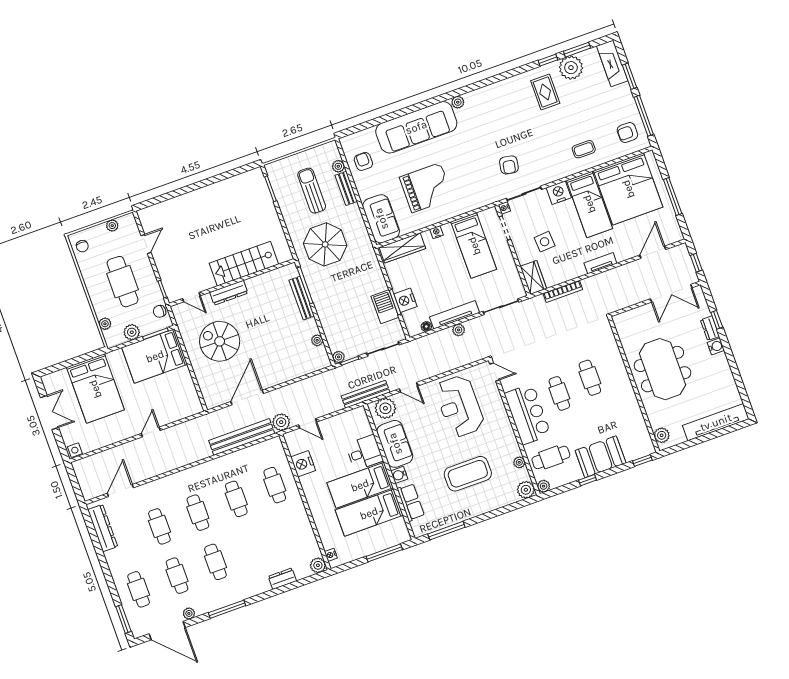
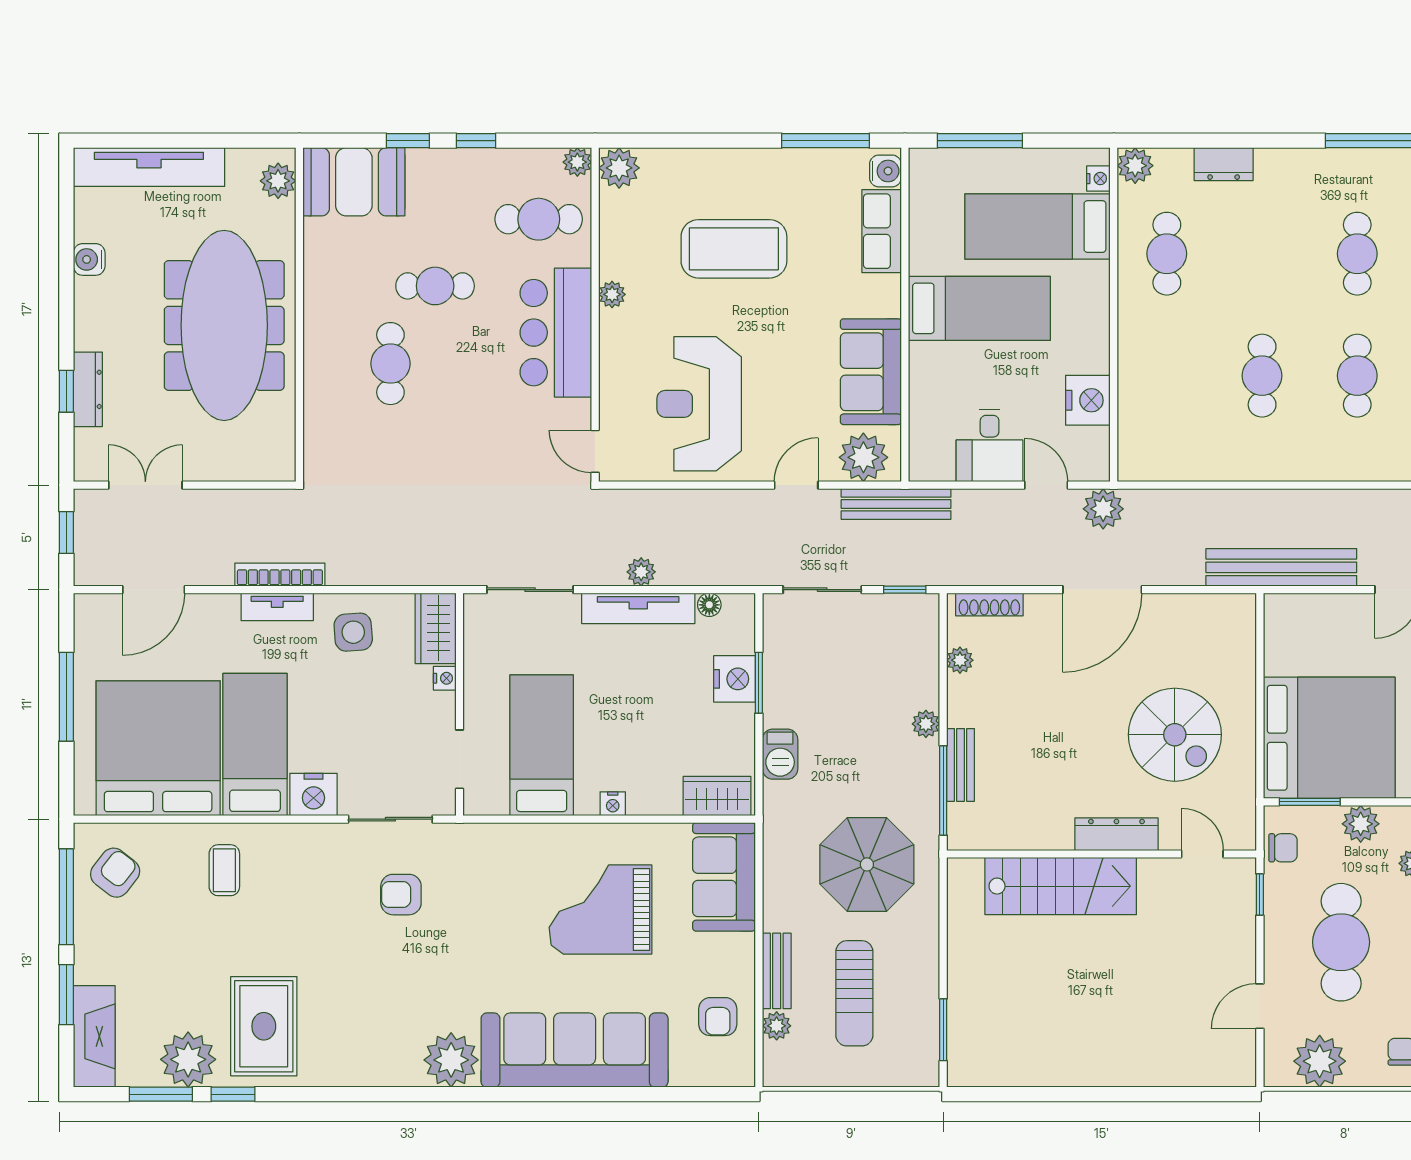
rug: (545, 92) -> (264, 1026), width x1.36, depth x1.43
plant: (458, 102) -> (451, 1060), width x1.87, depth x1.87
armchair: (627, 132) -> (115, 873), turned -52
coffee table: (584, 149) -> (224, 870), turned 90
armchair: (509, 165) -> (401, 895), turned -100
nightstand: (504, 208) -> (445, 678), moved
plant: (112, 226) -> (1320, 1061), width x1.88, depth x1.88
side table: (545, 242) -> (353, 632), moved
wardrobe: (402, 248) -> (717, 796), width x0.67
bookcase: (563, 291) -> (280, 575), moved
double door: (671, 293) -> (145, 485), width x0.73
bench: (302, 298) -> (961, 765), width x0.73
barbecue: (385, 307) -> (780, 754), moved, width x0.73, depth x0.79
dresser: (710, 328) -> (88, 389), width x1.44
water cooler: (716, 346) -> (89, 259), moved
bed: (155, 356) -> (1329, 738), width x1.36
plant: (339, 357) -> (926, 724), moved
shoe rack: (313, 367) -> (989, 604), added
meeting table: (662, 369) -> (224, 325), width x1.36
door: (409, 387) -> (796, 485), hinge flipped
cafe table: (559, 393) -> (435, 286), moved, turned 90
door: (247, 398) -> (1102, 590), moved
reception desk: (459, 406) -> (699, 404), turned 180
bench: (242, 437) -> (1281, 567), moved
desk: (364, 453) -> (990, 446), moved, turned -90
booth: (601, 457) -> (354, 182), moved
window: (642, 460) -> (408, 141), moved
plant: (519, 462) -> (612, 294), moved
water cooler: (399, 475) -> (885, 171), moved
cafe table: (275, 485) -> (1167, 254), moved
bed: (369, 513) -> (1038, 227), moved, turned 180

